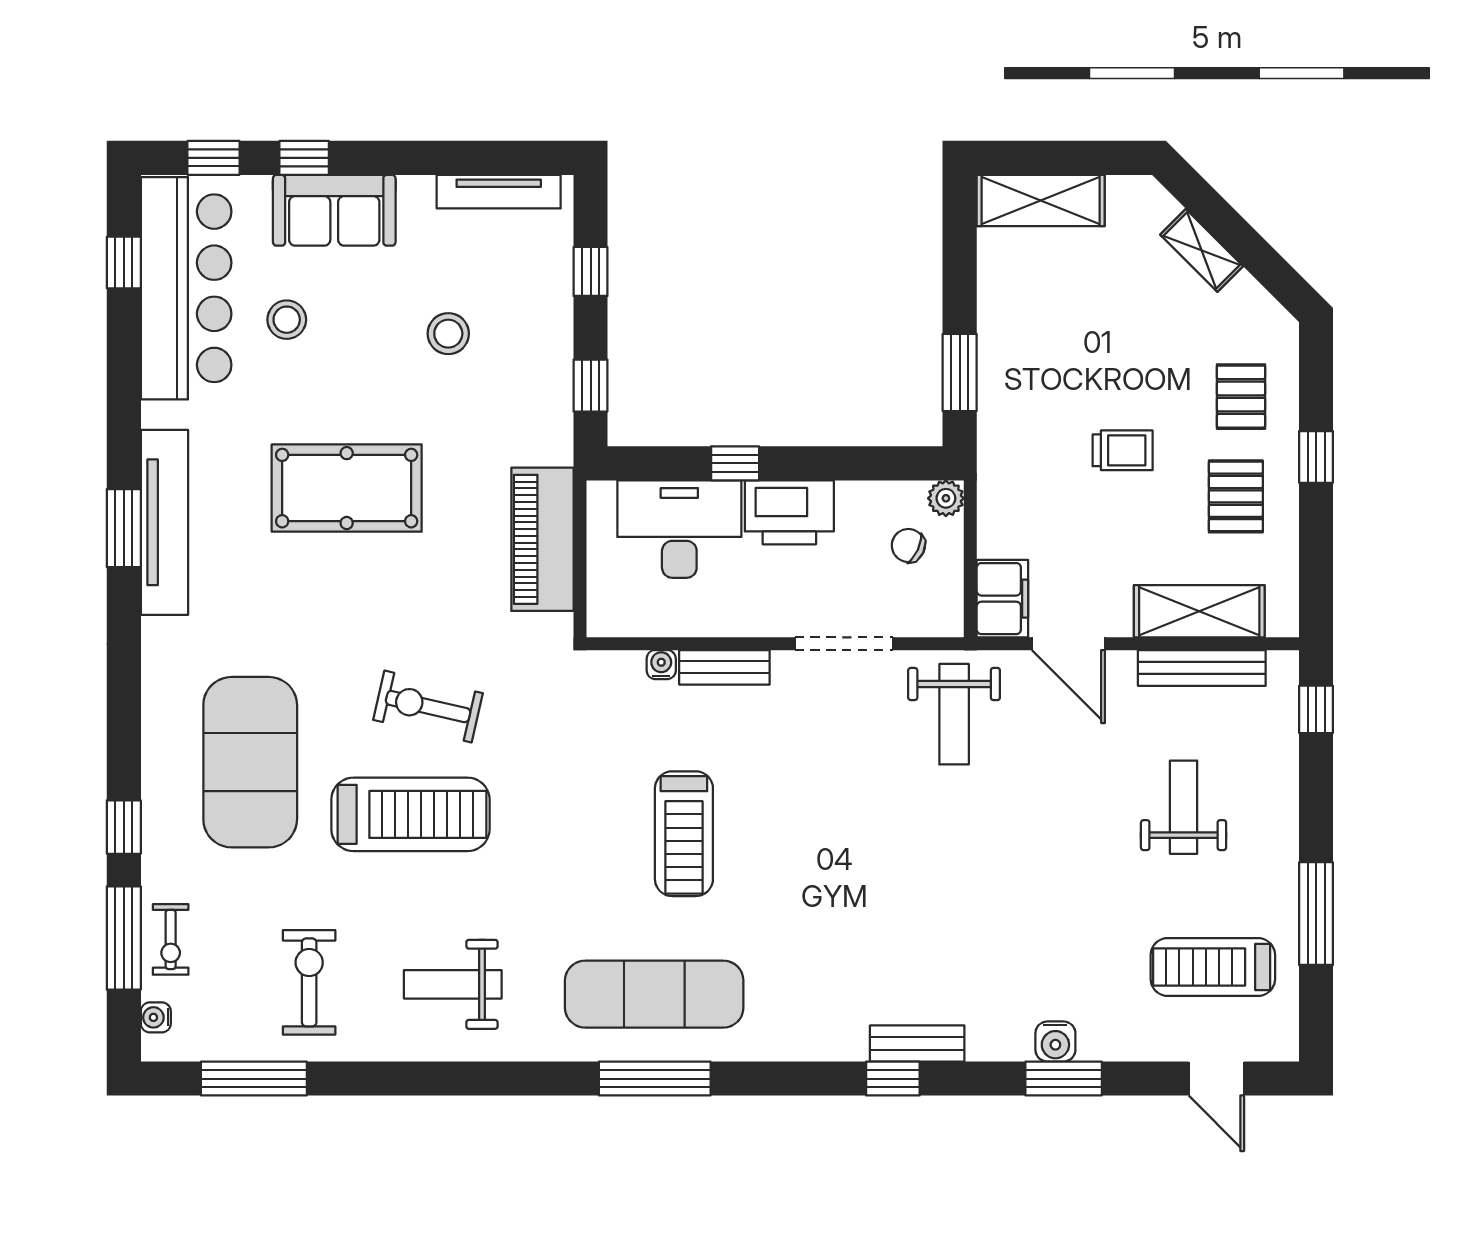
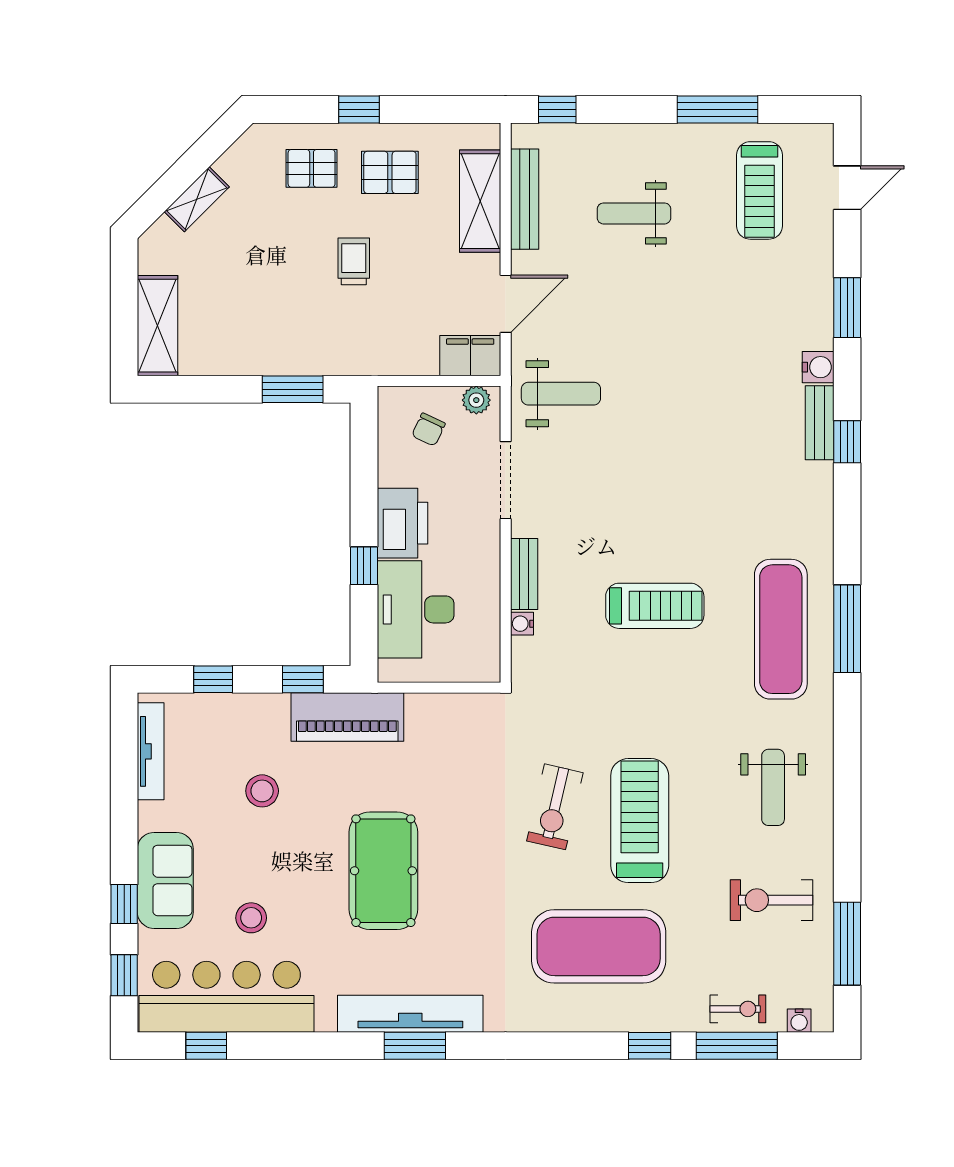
plant: (946, 498) -> (476, 400), moved
piano: (542, 539) -> (347, 717), moved
water cooler: (1055, 1042) -> (818, 367), moved

